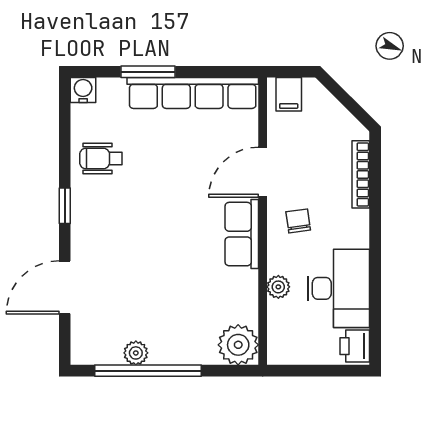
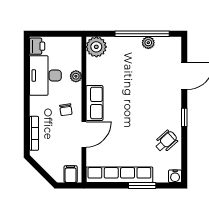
wheelchair: (101, 158) -> (166, 141), turned -42

